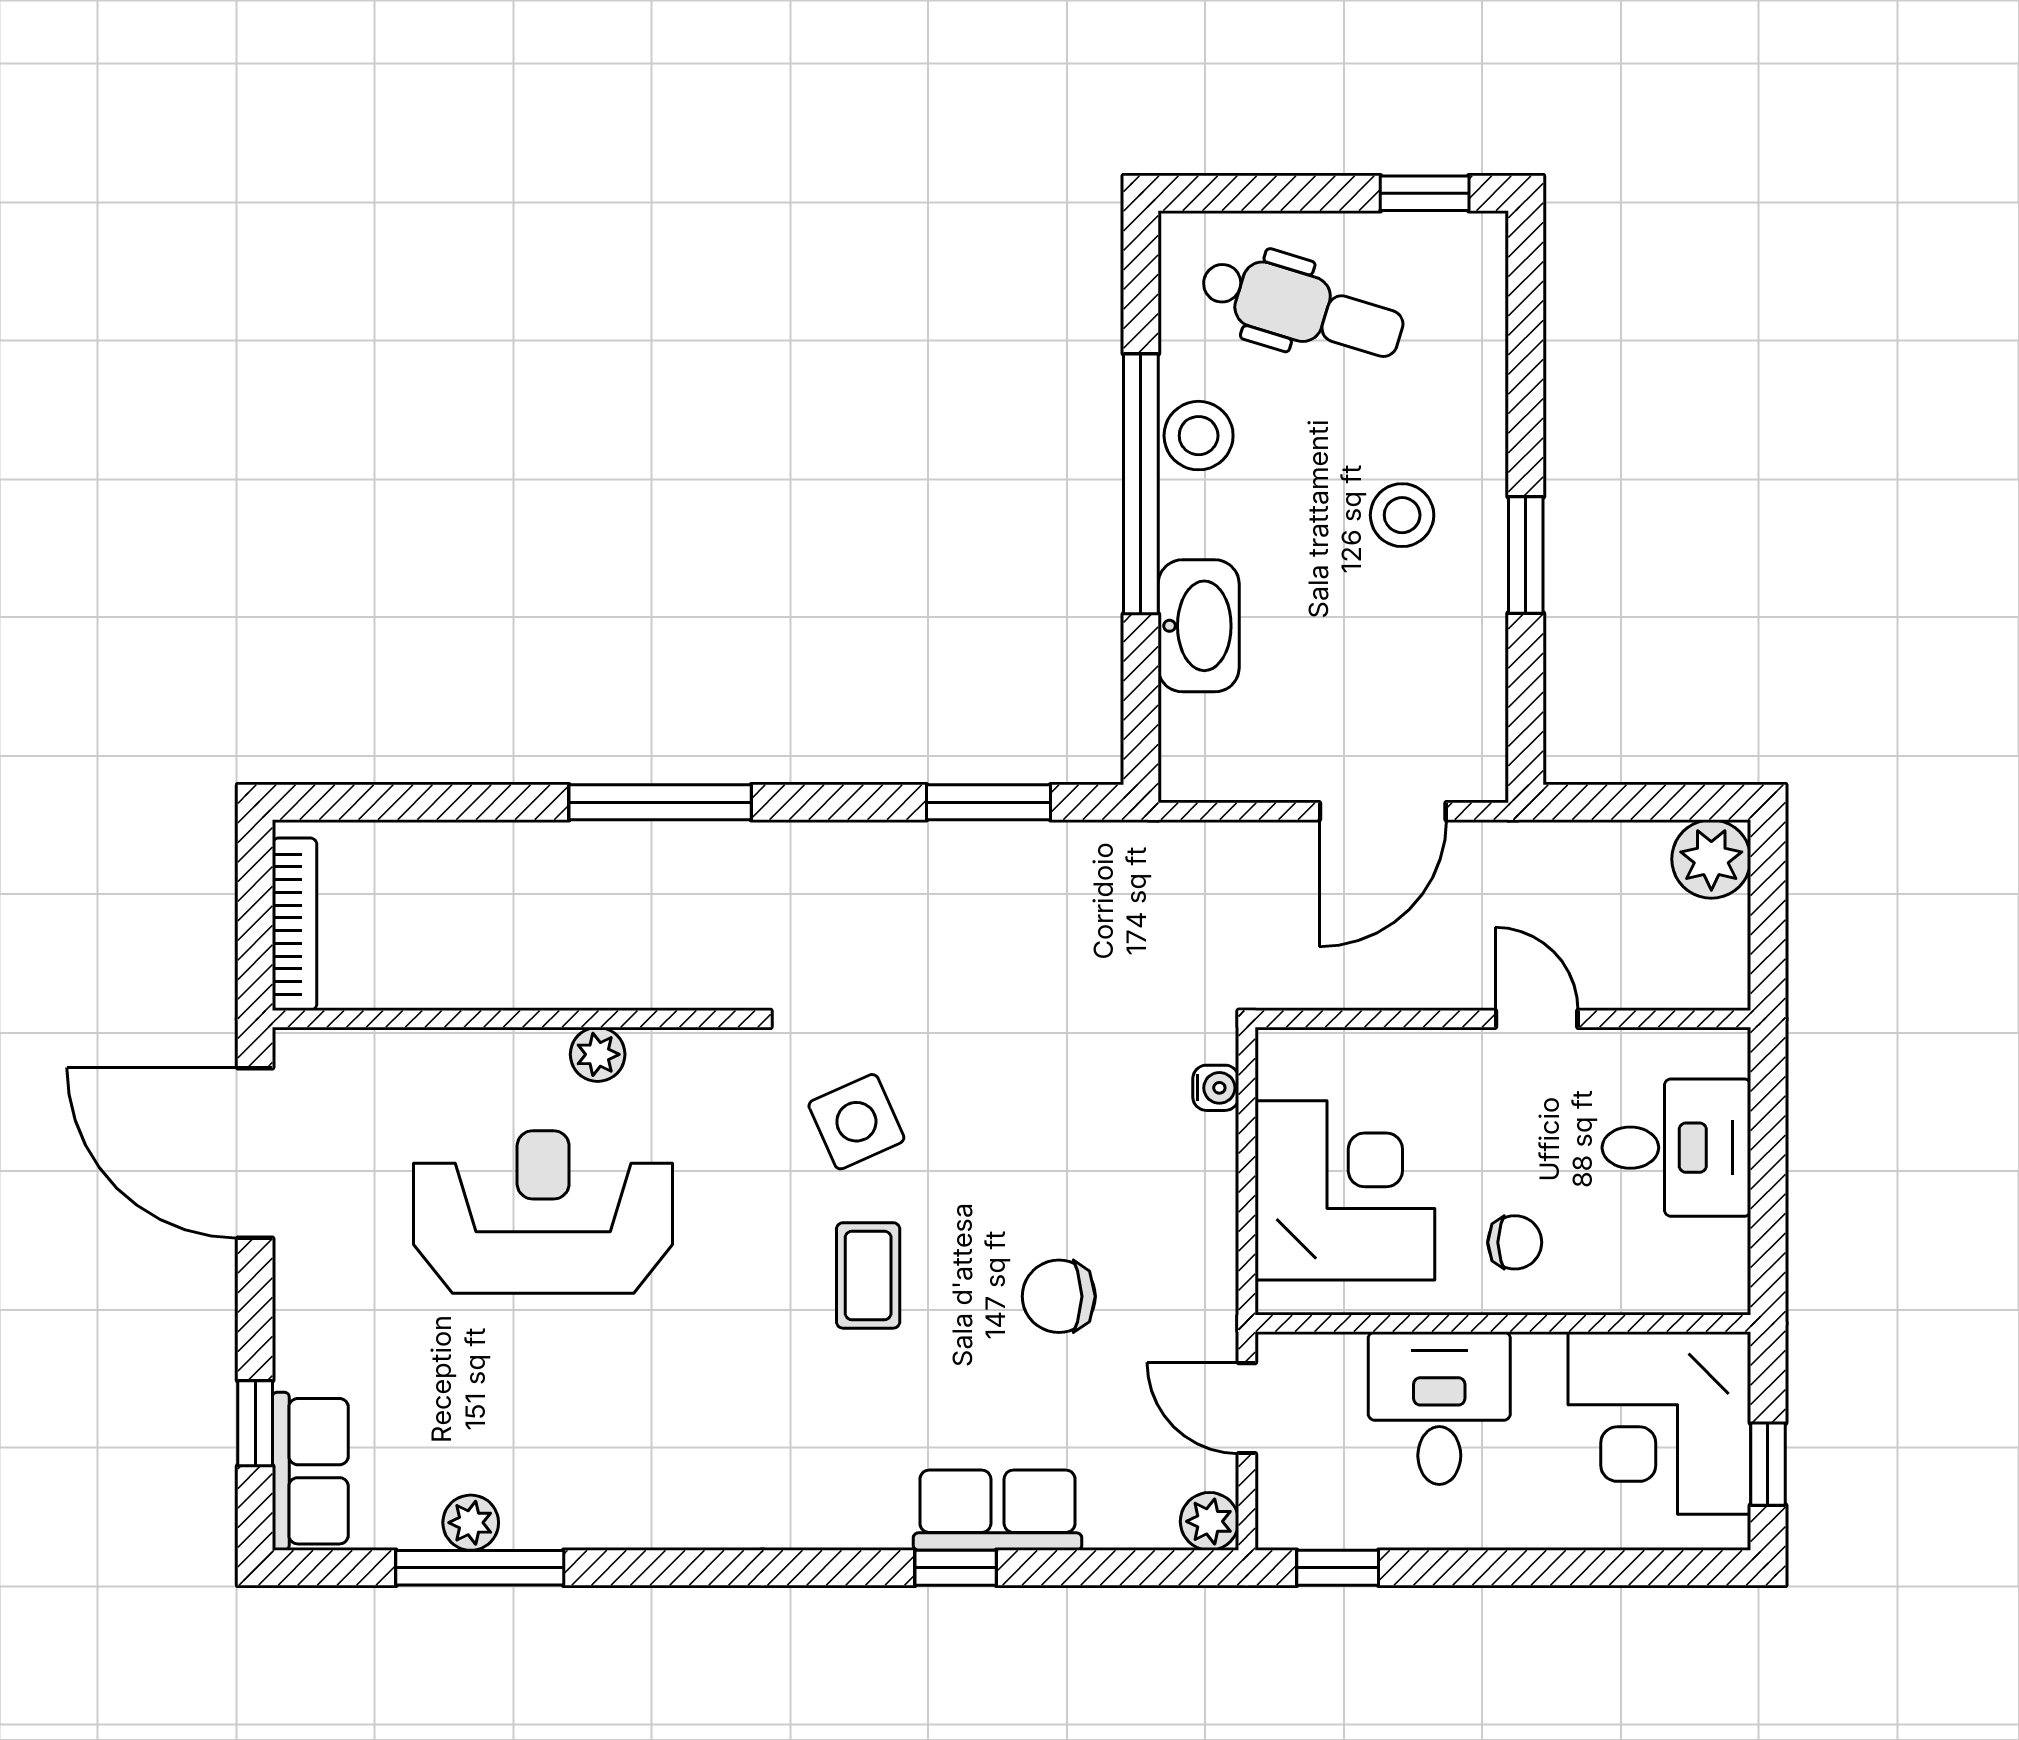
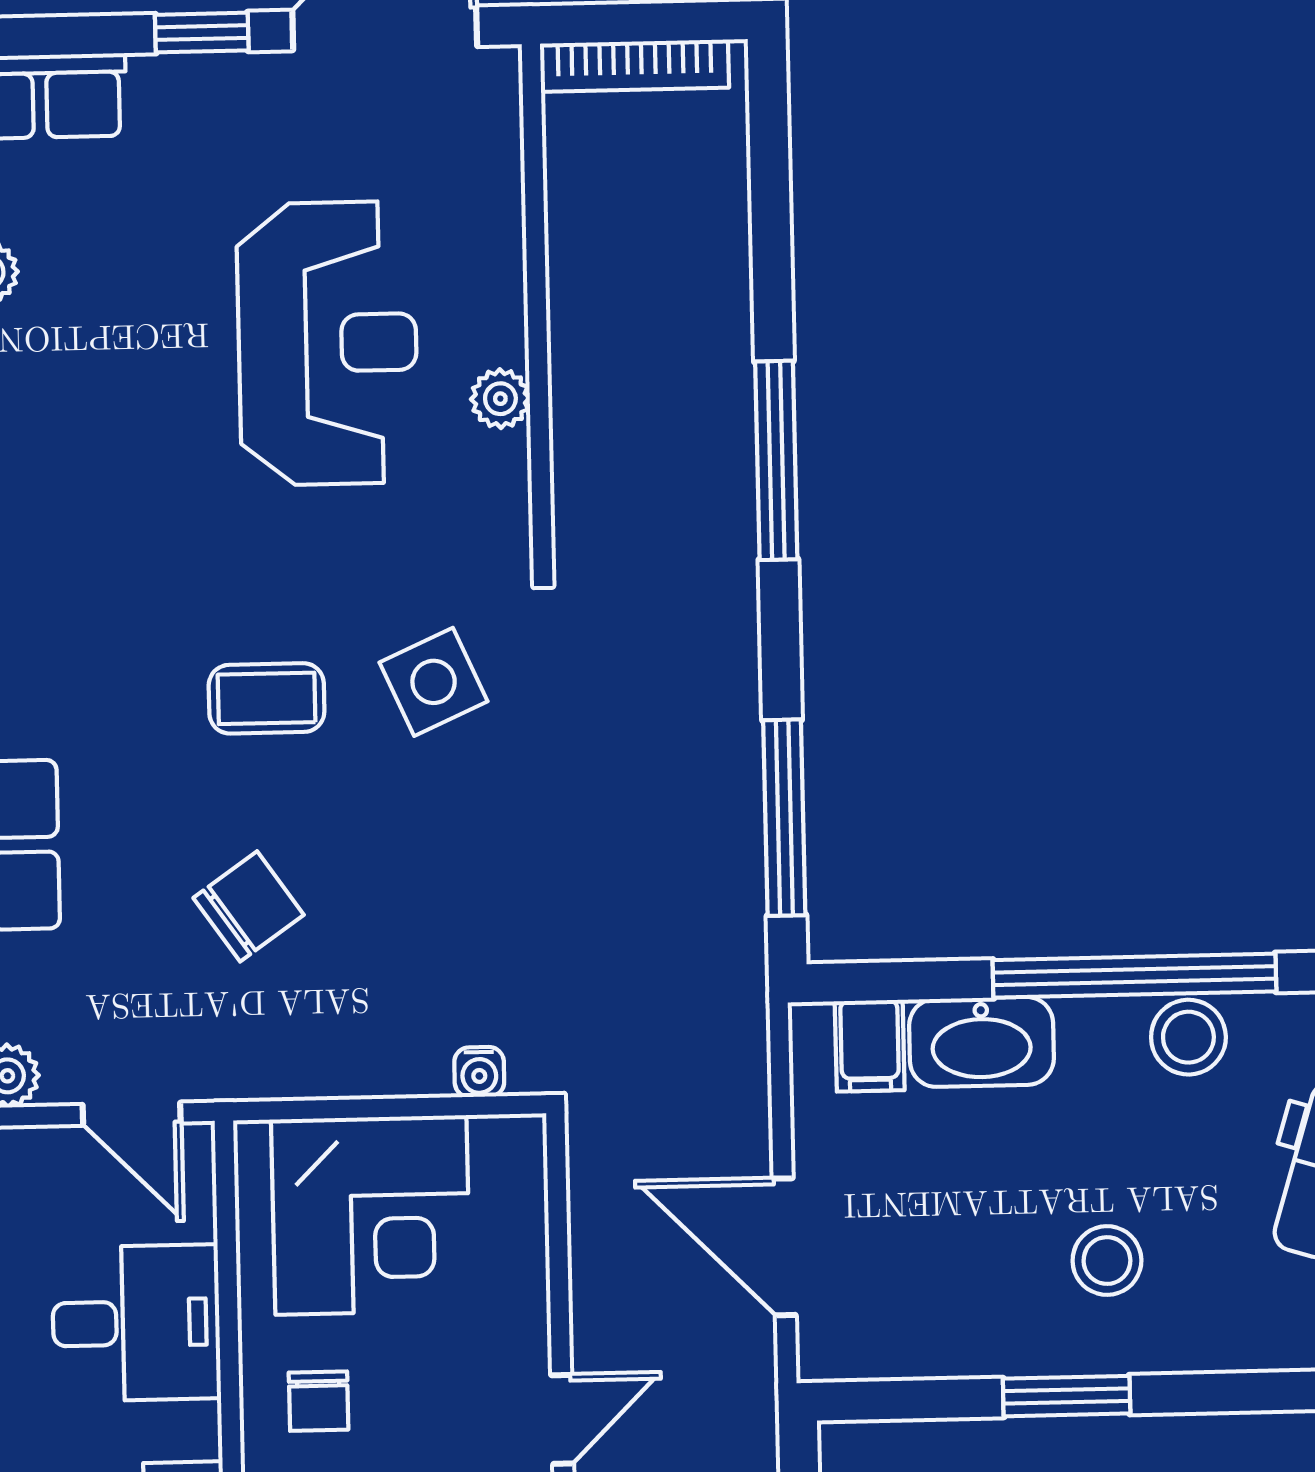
filing cabinet: (1200, 729) -> (870, 1046), added
window: (989, 802) -> (784, 818), width x1.44
chair: (1059, 1296) -> (249, 906), turned 55
door: (1247, 1408) -> (132, 1114), swing flipped
window: (255, 1423) -> (202, 33), moved

